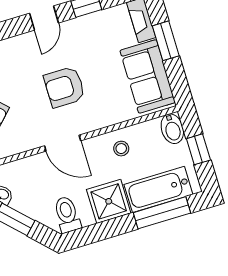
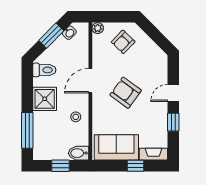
door: (44, 18) -> (173, 93), hinge flipped
window: (166, 41) -> (136, 166), width x0.67
armchair: (65, 87) -> (126, 93), turned -54
bathtub: (158, 189) -> (43, 133), removed

